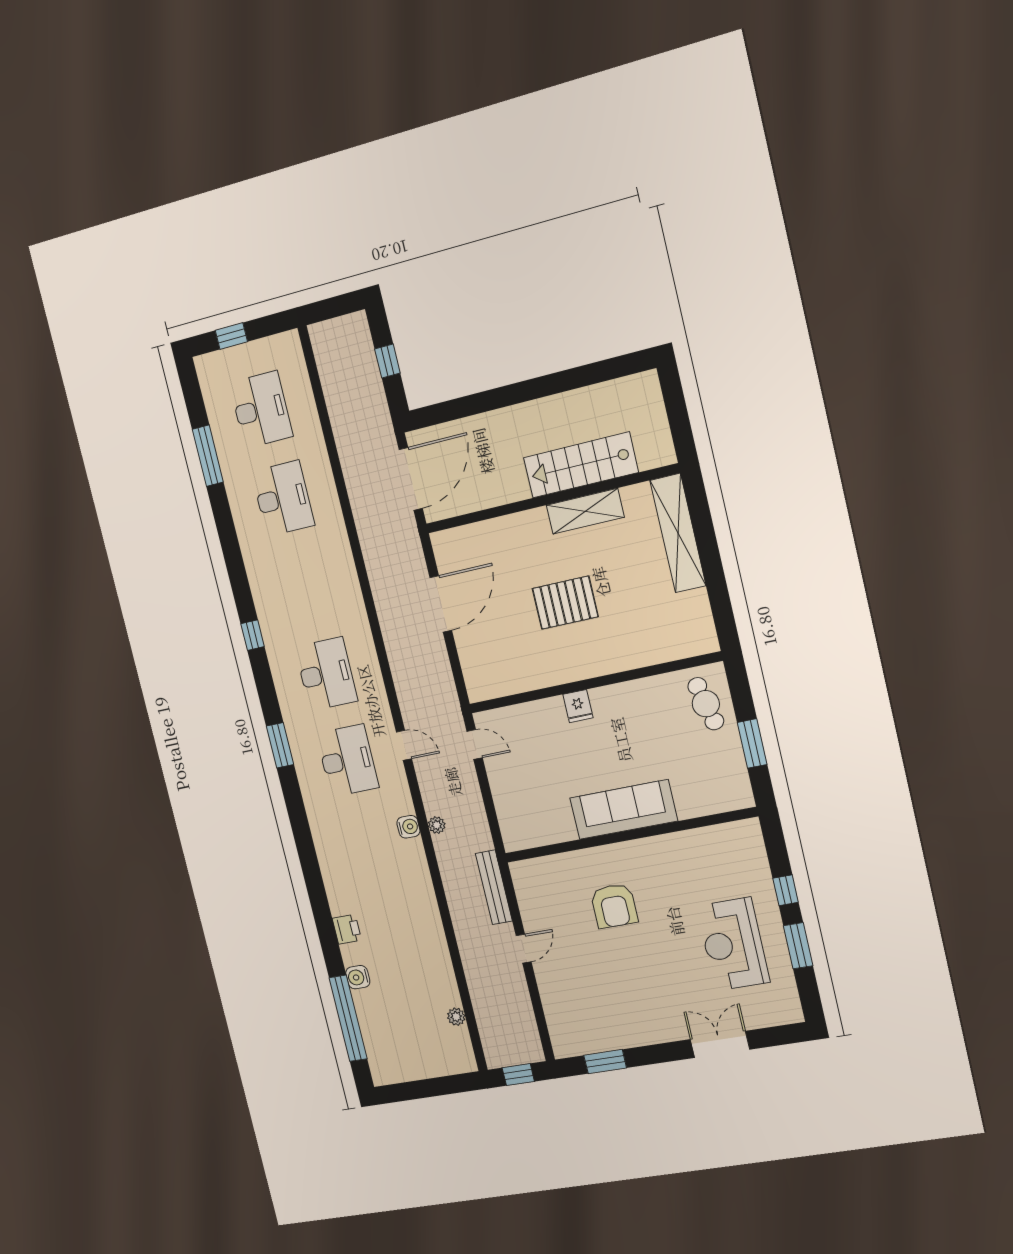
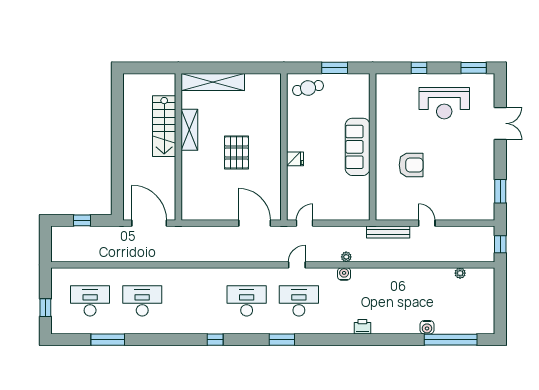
door: (441, 604) -> (255, 223), moved
printer: (347, 929) -> (362, 327), moved
window: (798, 946) -> (474, 68), moved
double door: (720, 1044) -> (500, 123), swing flipped

